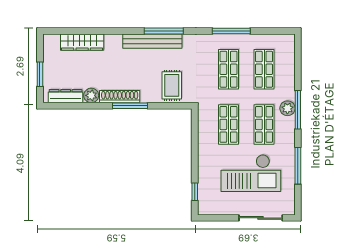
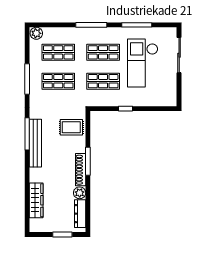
plant: (287, 108) -> (36, 33), moved
checkout: (251, 173) -> (143, 63), turned 180
window: (195, 192) -> (125, 109), moved

